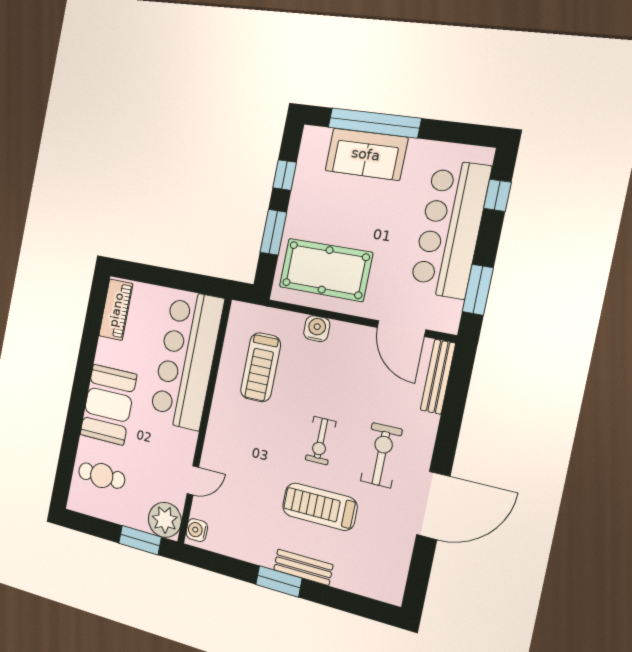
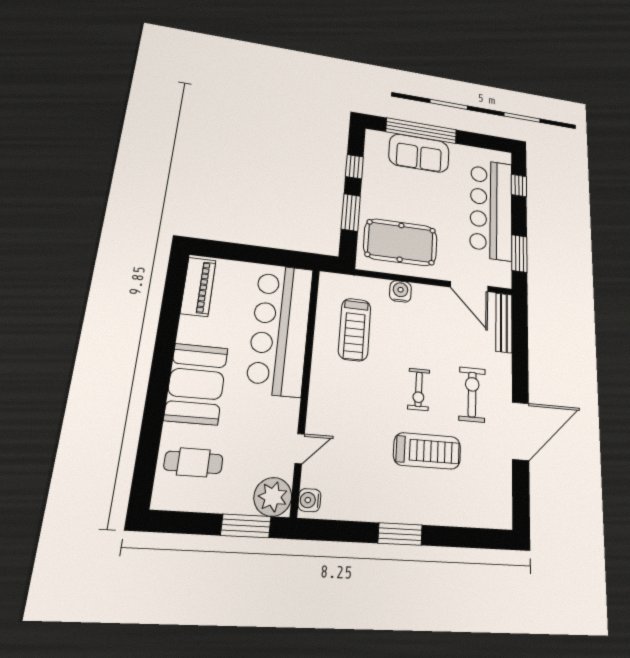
treadmill: (320, 507) -> (427, 451), turned 180
bench: (303, 567) -> (421, 514), removed

